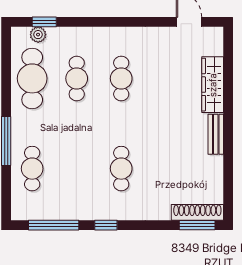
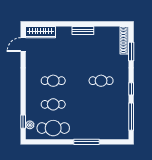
wardrobe: (213, 85) -> (40, 32), moved
cafe table: (32, 169) -> (101, 128), removed
window: (197, 225) -> (131, 52), moved

